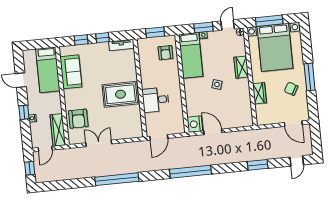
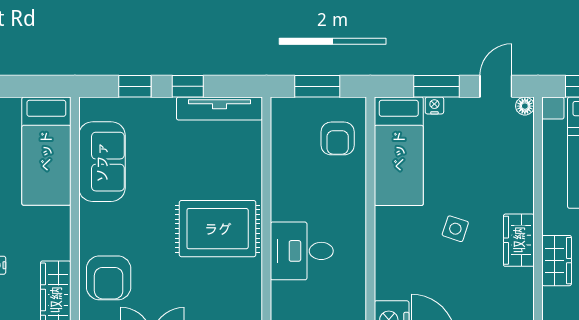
tv unit: (121, 45) -> (220, 109), width x1.41
wardrobe: (241, 67) -> (519, 240), moved

